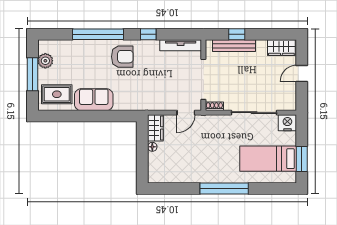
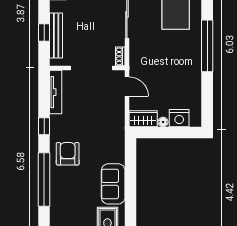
nightstand: (156, 162) -> (179, 118), added

